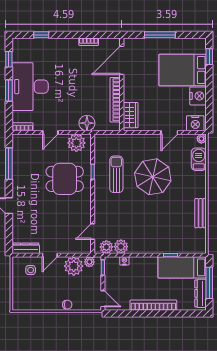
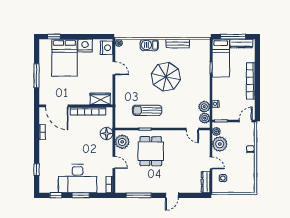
barbecue: (199, 159) -> (149, 45), moved
parasol: (153, 177) -> (166, 77), moved

